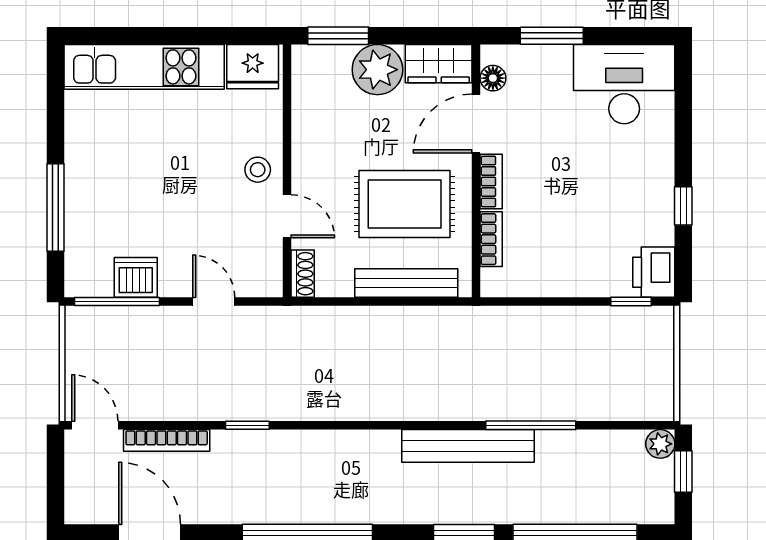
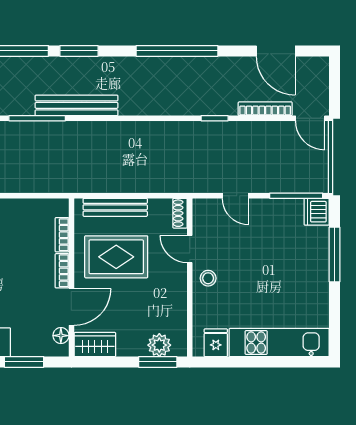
fridge: (253, 67) -> (216, 343), width x0.72
plant: (377, 70) -> (159, 345), moved, width x0.73, depth x0.73
dishwasher: (136, 277) -> (317, 212), moved, turned 90

